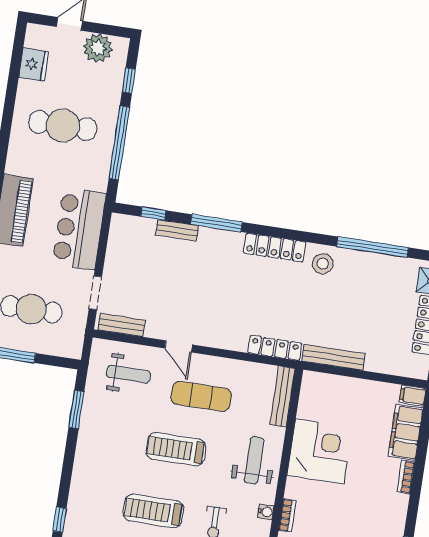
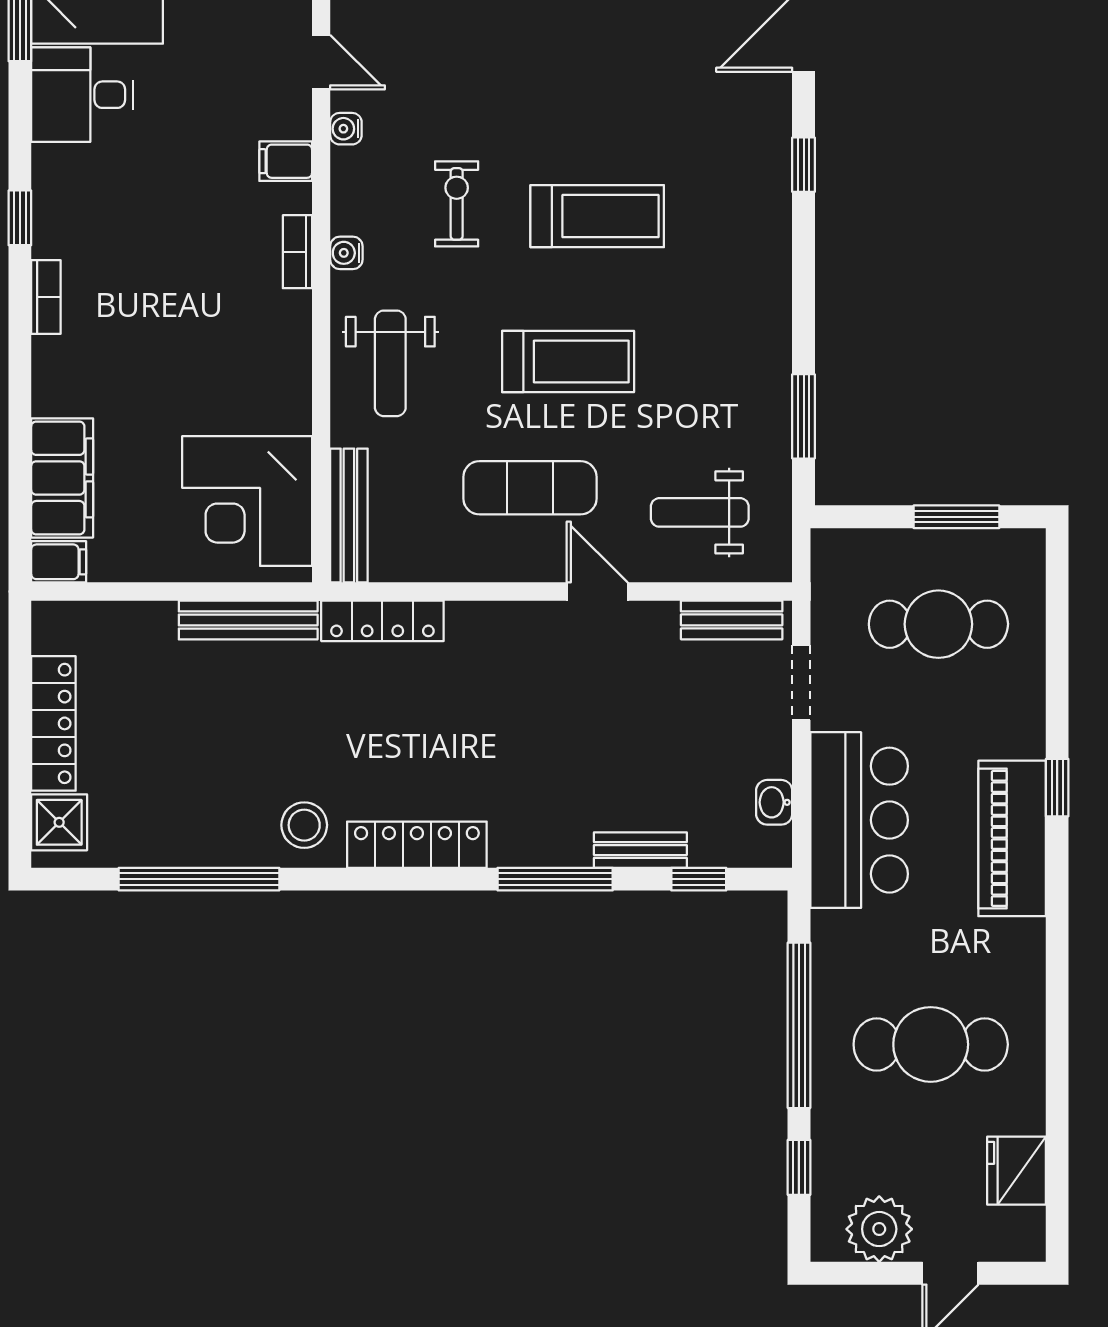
washbasin: (115, 242) -> (774, 802), added
corner desk: (320, 451) -> (247, 501), moved
bookcase: (406, 477) -> (46, 297), moved

